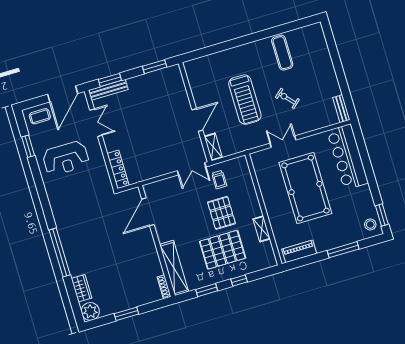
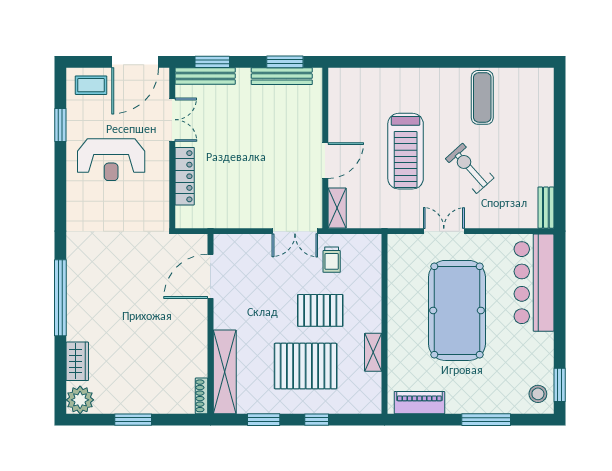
bench: (155, 76) -> (282, 76), added
exercise bike: (287, 98) -> (470, 168), width x1.38, depth x1.39
locker: (118, 169) -> (185, 176), moved
pallet: (222, 213) -> (320, 310), turned 90

